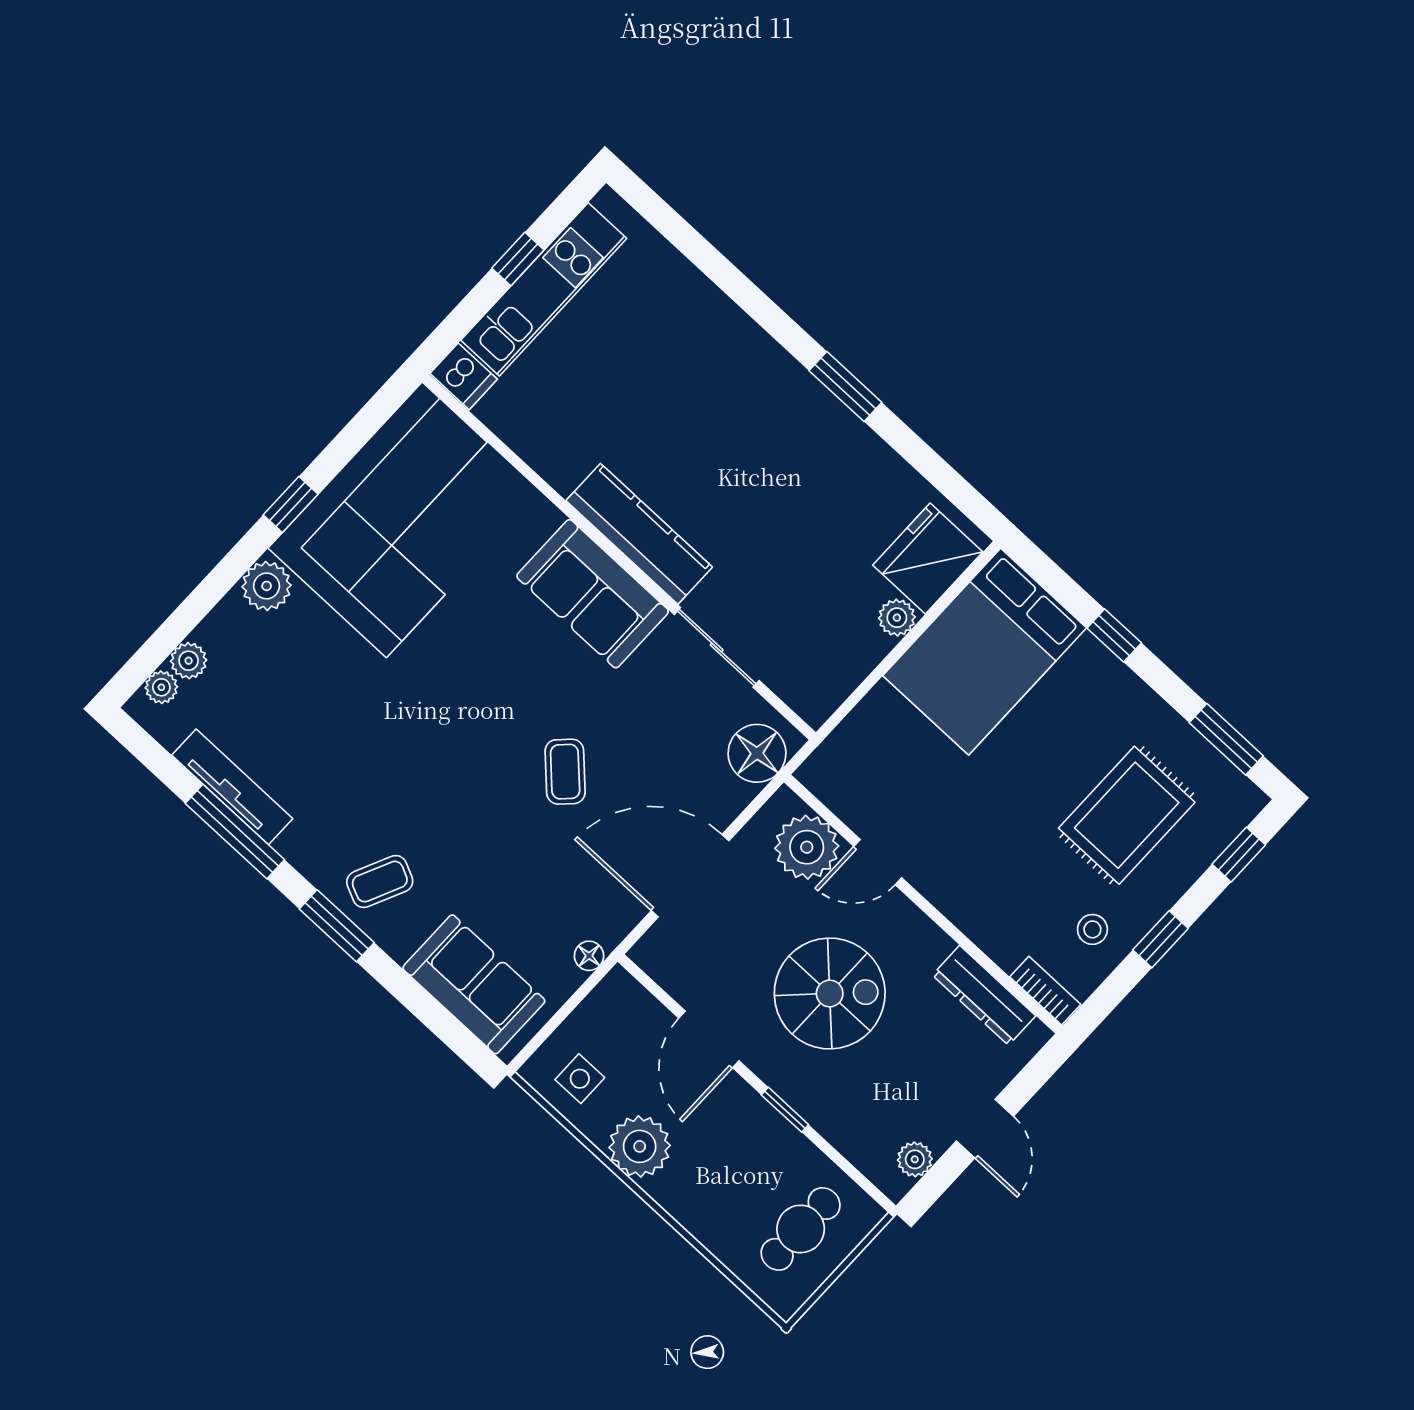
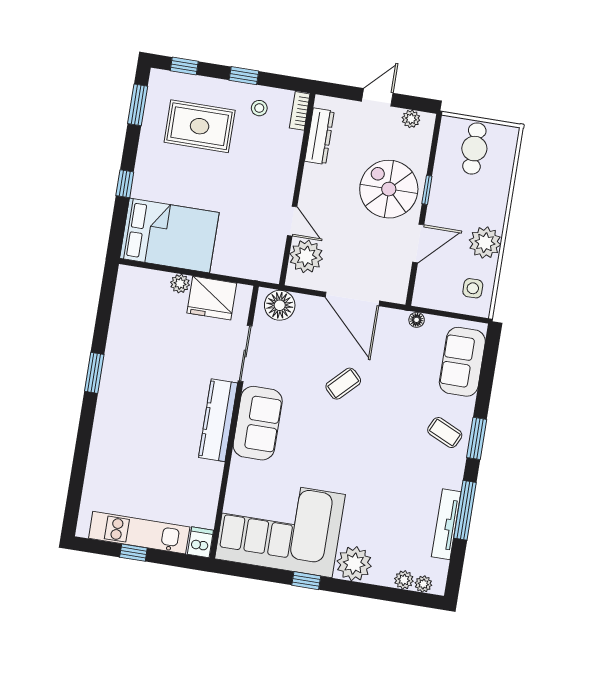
fridge: (928, 559) -> (212, 298), moved
plant: (267, 586) -> (354, 564), width x1.36, depth x1.36
spiral stairs: (830, 993) -> (389, 189), moved
cafe table: (801, 1229) -> (474, 149), turned 90

